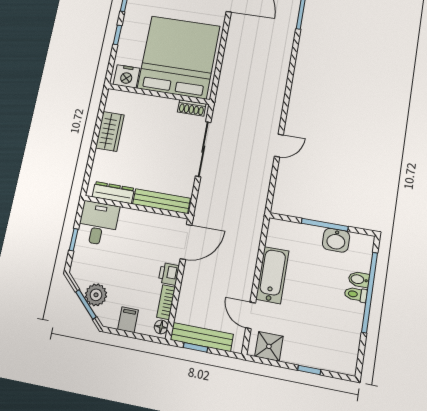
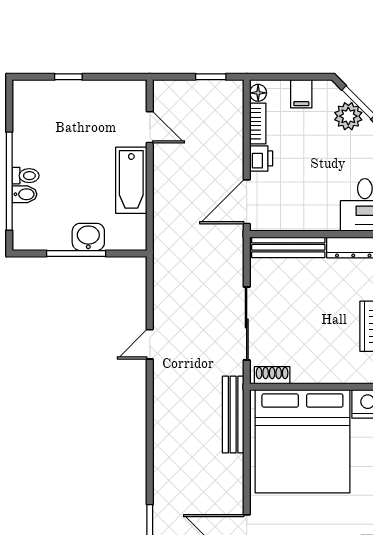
washbasin: (336, 240) -> (88, 237), moved
bench: (202, 337) -> (233, 415), moved, turned 90
shower: (269, 346) -> (121, 95), removed

